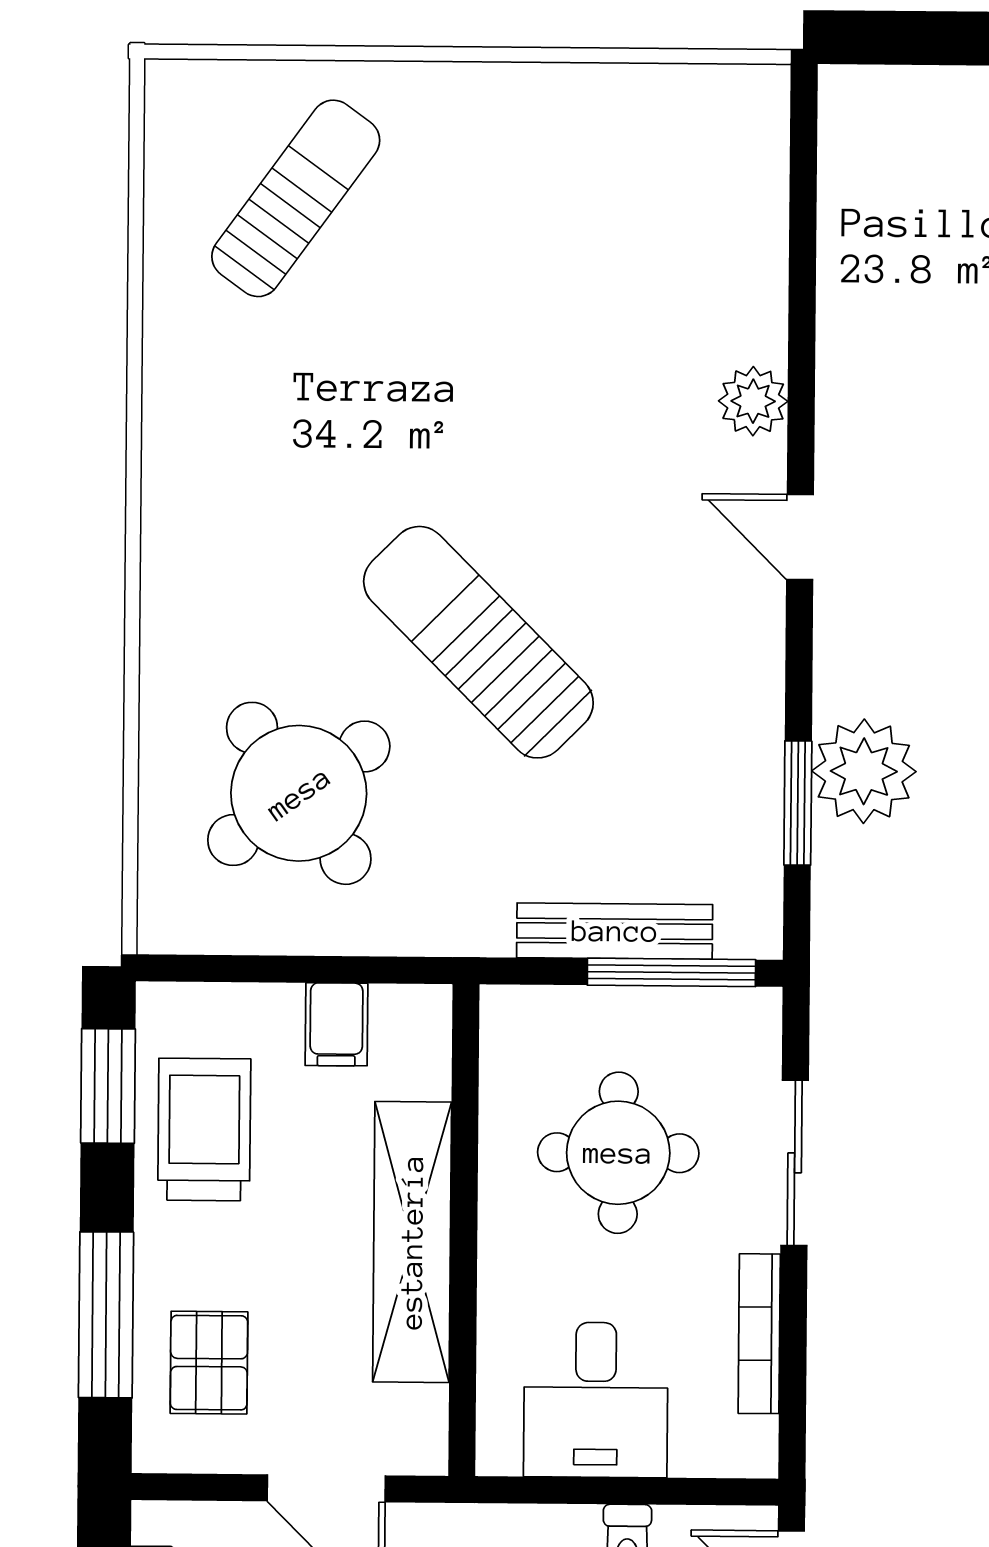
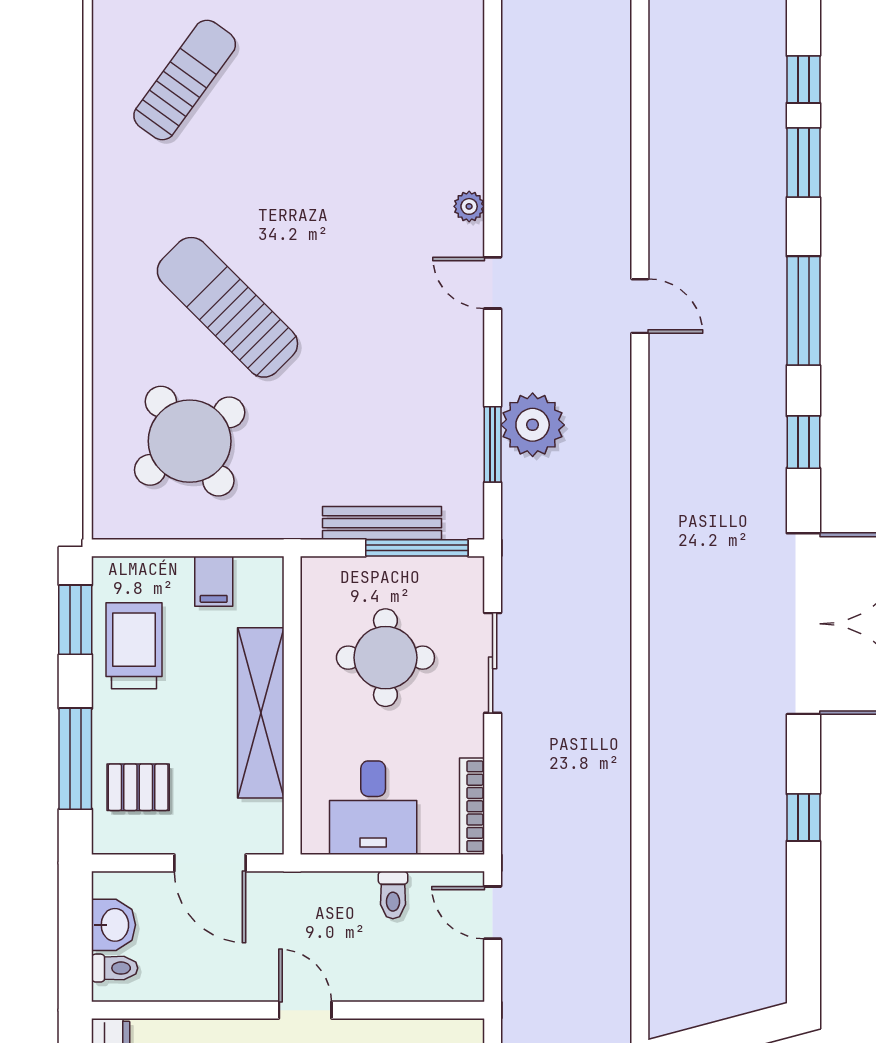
plant: (753, 401) -> (469, 206), width x0.73, depth x0.73
sun lounger: (478, 642) -> (227, 307), moved
bookcase: (759, 1334) -> (472, 806), moved
pallet: (209, 1363) -> (138, 787), turned 90

